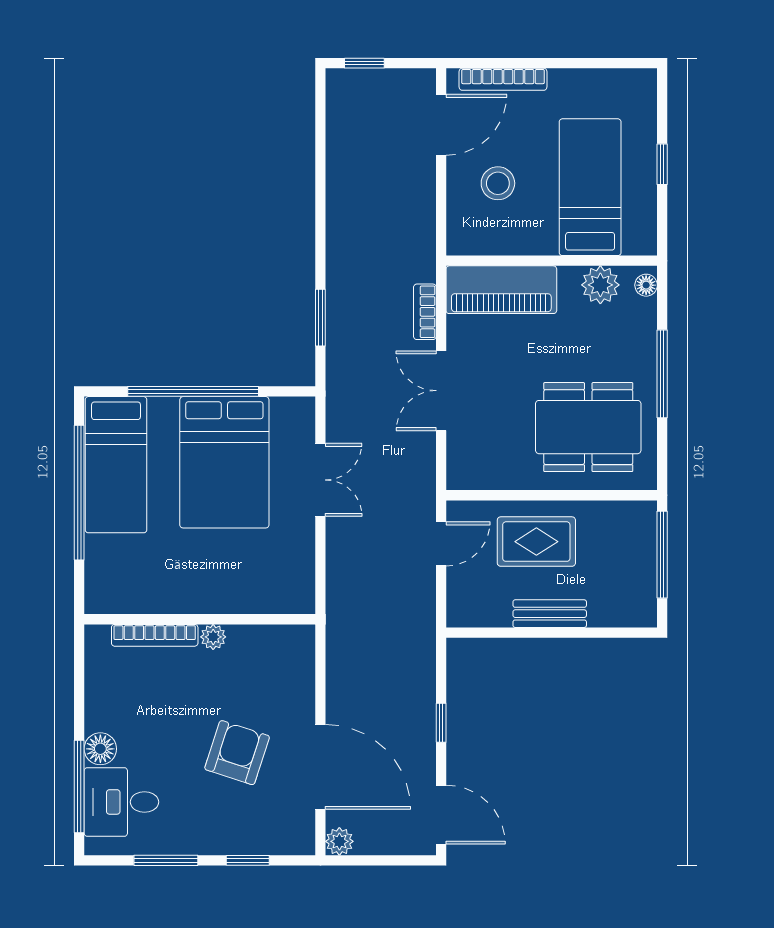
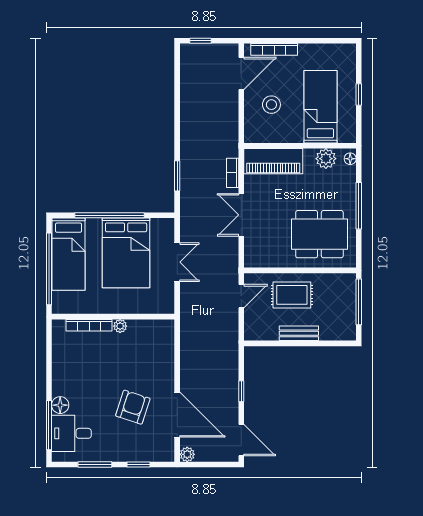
wall: (200, 619) -> (113, 317), moved
bookcase: (155, 635) -> (89, 325), moved
plant: (213, 637) -> (120, 326), moved

